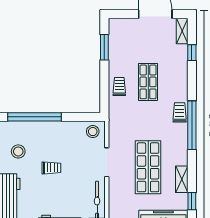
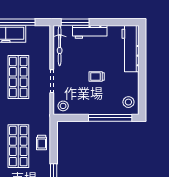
shop shelf: (148, 82) -> (18, 146), width x1.43, depth x1.36
stool: (18, 151) -> (128, 102), moved

